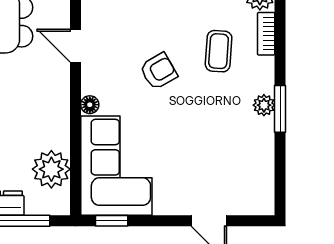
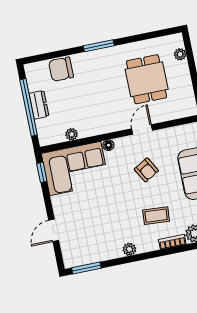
armchair: (159, 71) -> (146, 170), moved
window: (280, 109) -> (86, 268), moved
plant: (51, 169) -> (72, 134), width x0.53, depth x0.53

